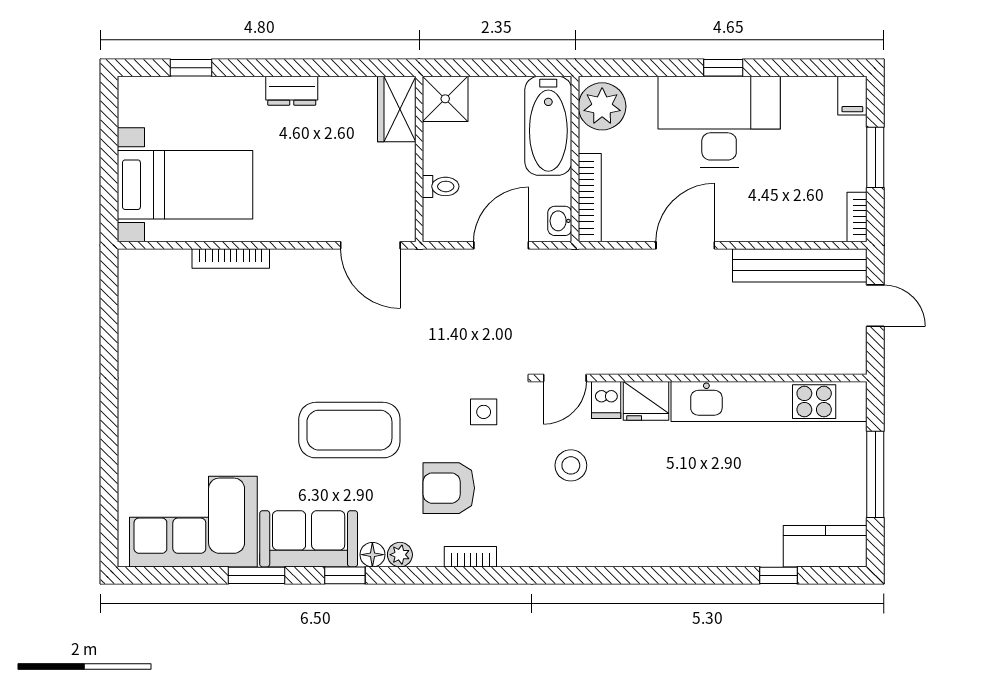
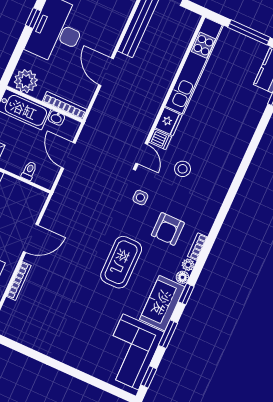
washbasin: (560, 221) -> (56, 118), moved
door: (370, 245) -> (31, 238), moved
bookcase: (470, 557) -> (197, 247), moved
window: (163, 575) -> (149, 377), added

